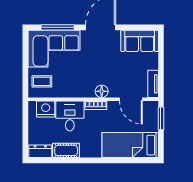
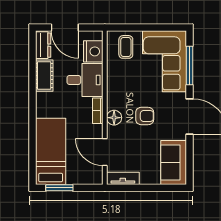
armchair: (100, 65) -> (145, 116), added
door: (131, 99) -> (105, 152), hinge flipped
window: (161, 118) -> (59, 188), moved
door: (25, 133) -> (65, 27), added

